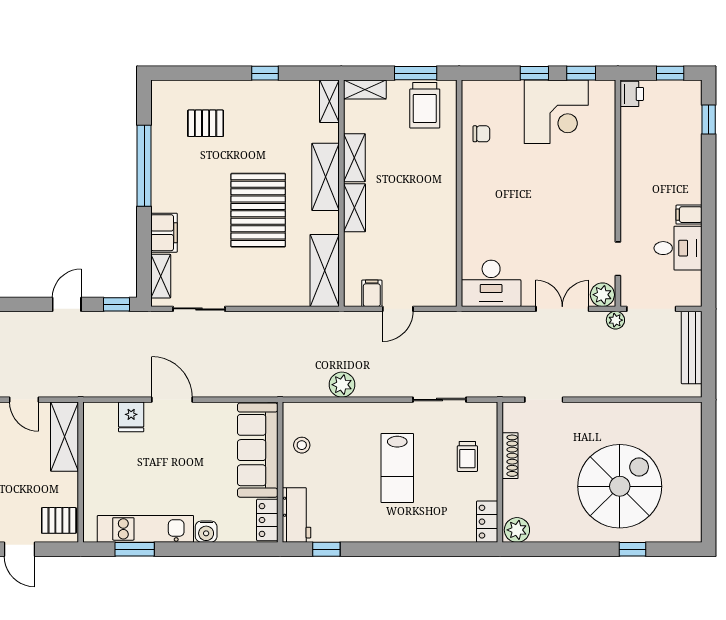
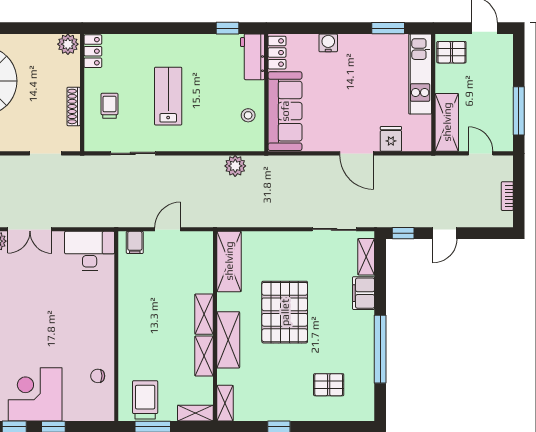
filing cabinet: (372, 293) -> (135, 242), moved
plant: (342, 385) -> (235, 166), moved
kitchen unit: (145, 529) -> (420, 74), moved, turned 90

